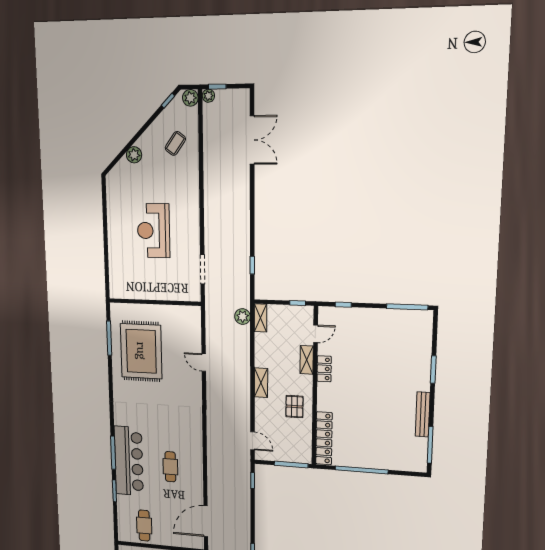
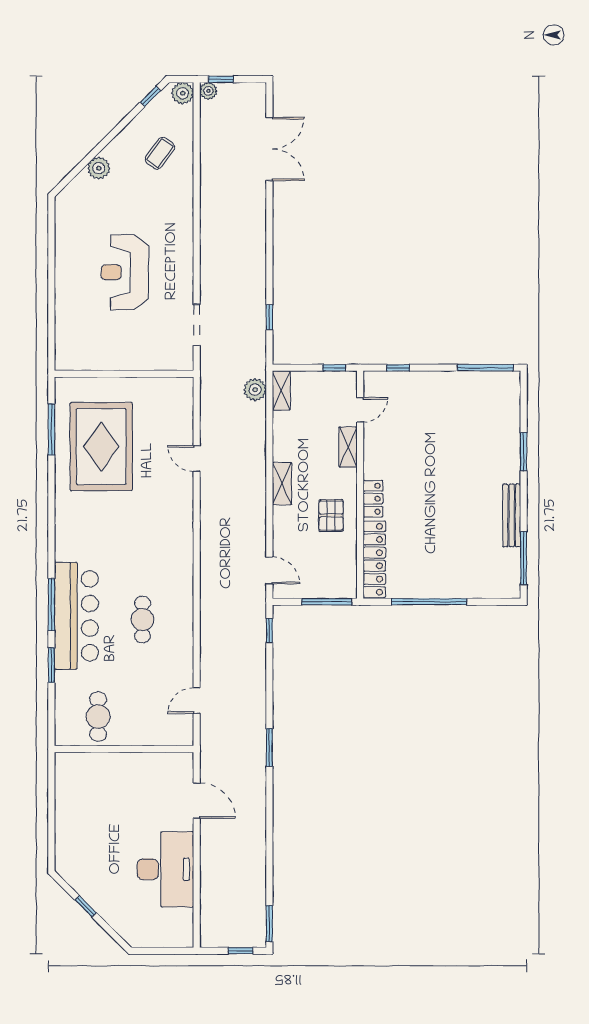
locker: (324, 369) -> (373, 499), moved
door: (206, 521) -> (197, 701), width x0.53

